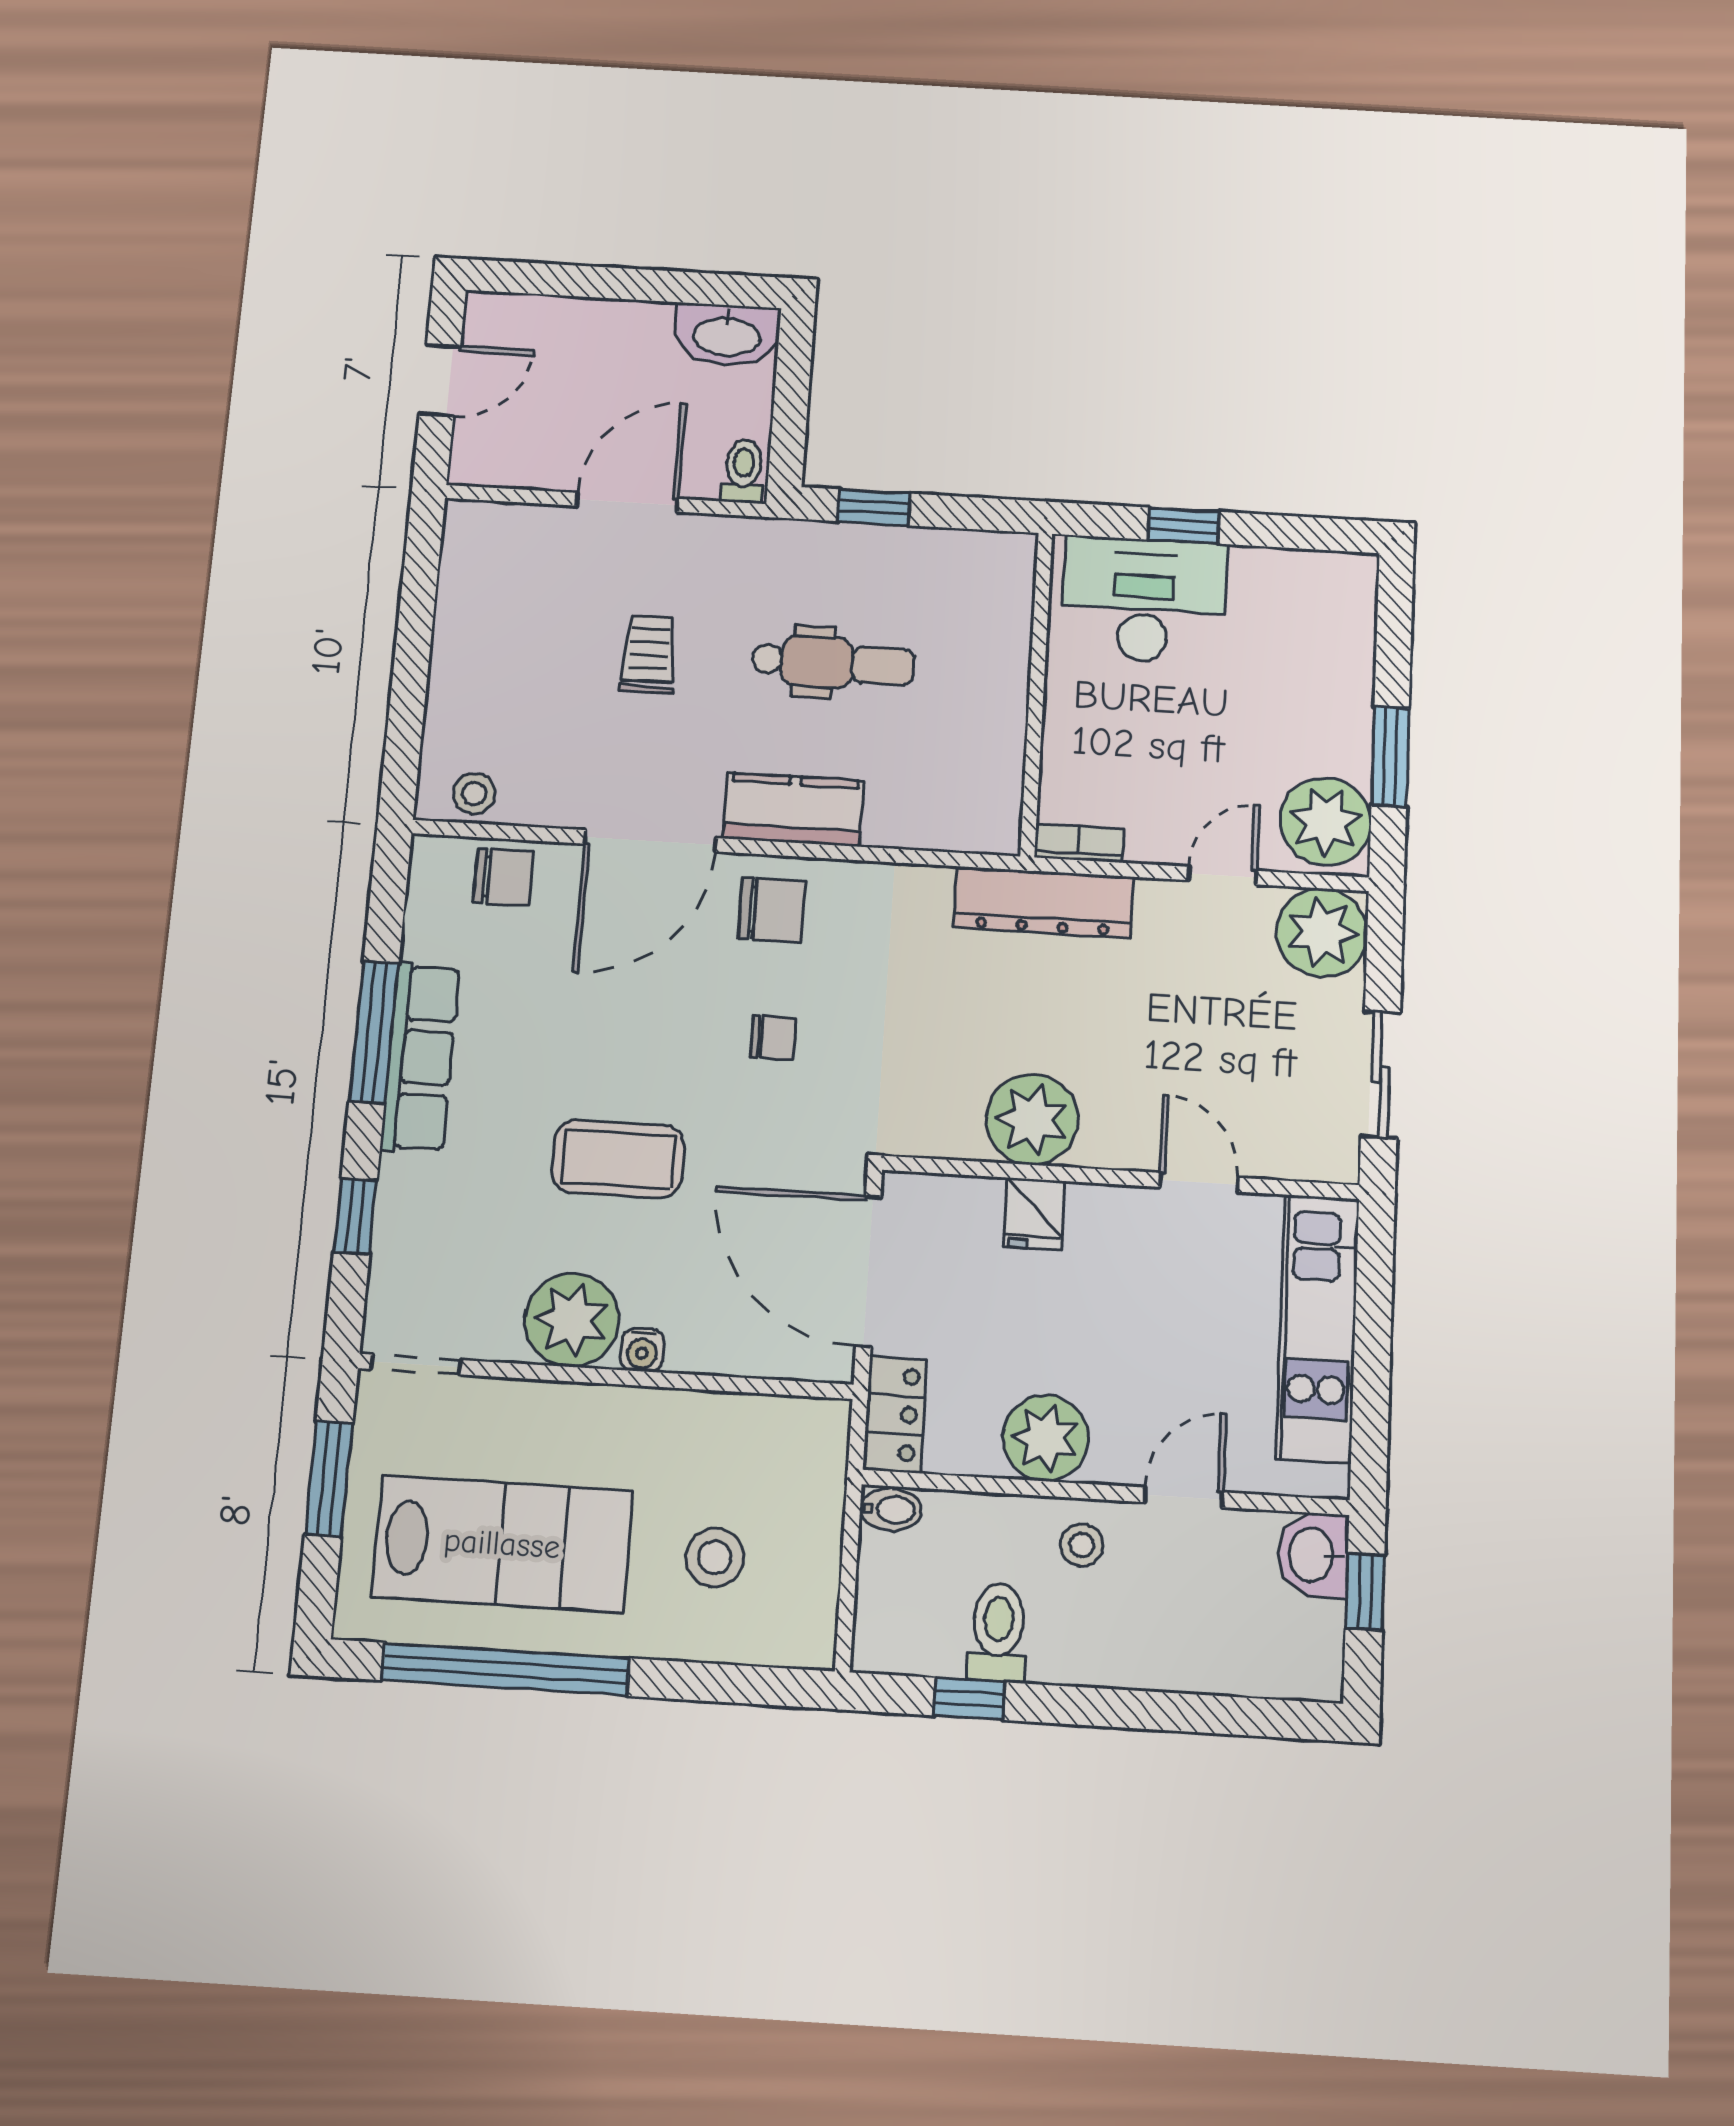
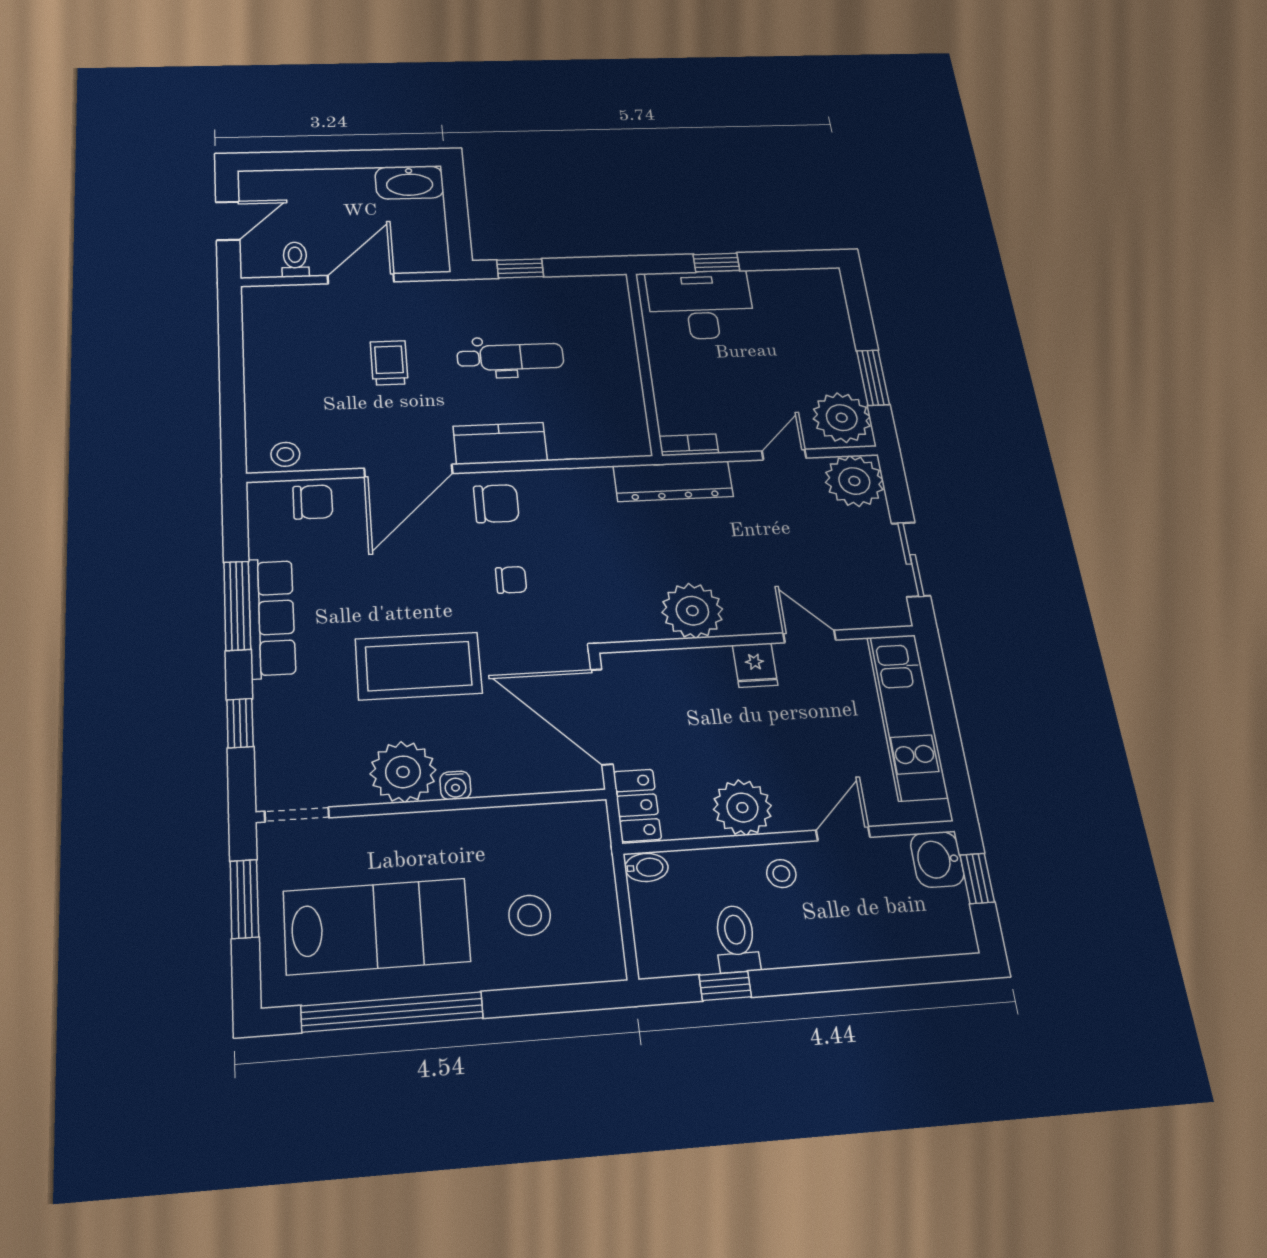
toilet: (743, 471) -> (295, 260), moved
coffee table: (618, 1159) -> (419, 666), width x1.36, depth x1.32
fridge: (1034, 1214) -> (755, 665), moved

